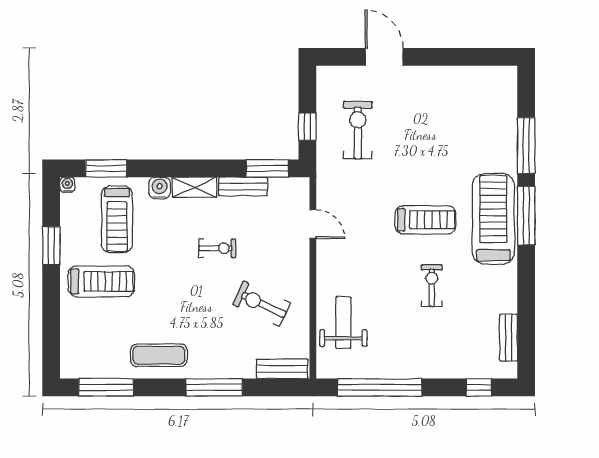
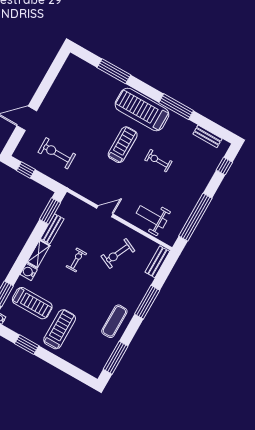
window: (307, 127) -> (26, 170), moved
window: (526, 216) -> (176, 107), moved
door: (313, 224) -> (105, 211), moved

